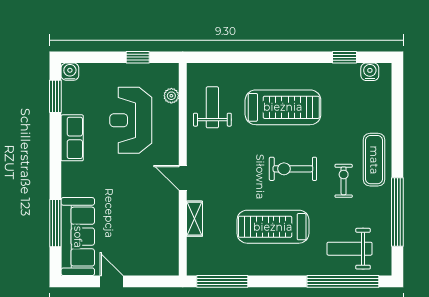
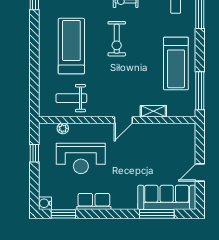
treadmill: (273, 227) -> (176, 63), moved

